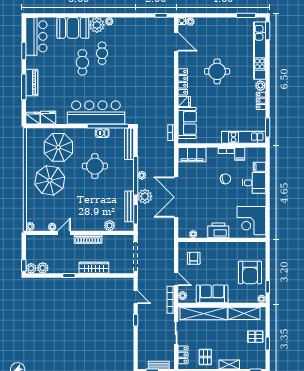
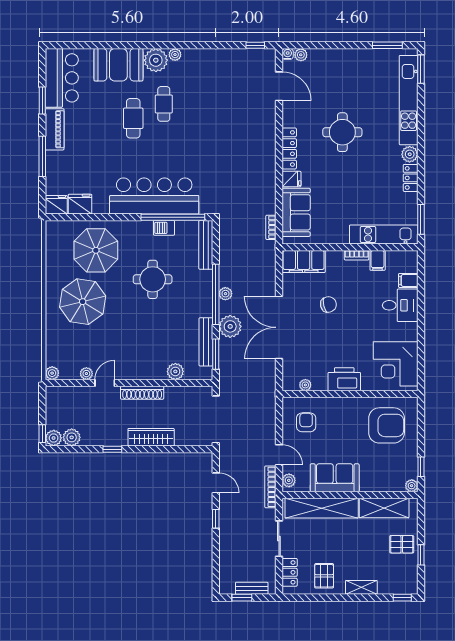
piano: (32, 83) -> (55, 129), moved
chair: (225, 179) -> (328, 305), moved
armchair: (250, 272) -> (387, 425), moved, turned -90

